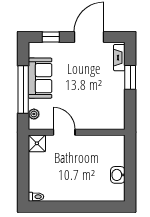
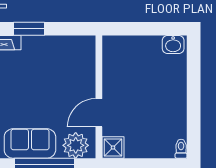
plant: (34, 114) -> (76, 145), width x1.87, depth x1.87
washbasin: (118, 175) -> (173, 44), moved

